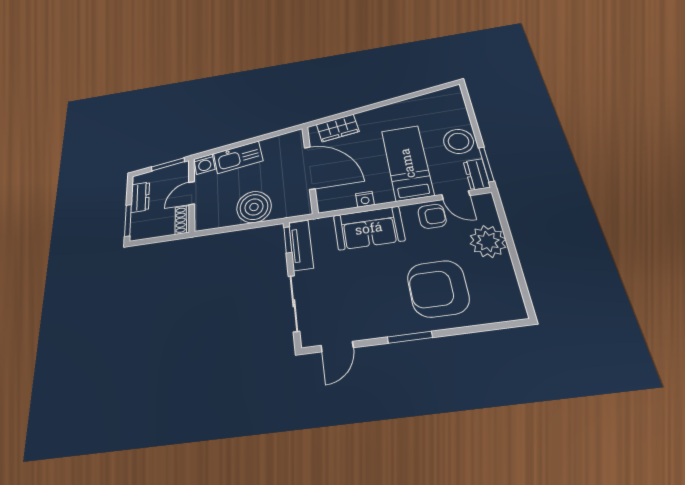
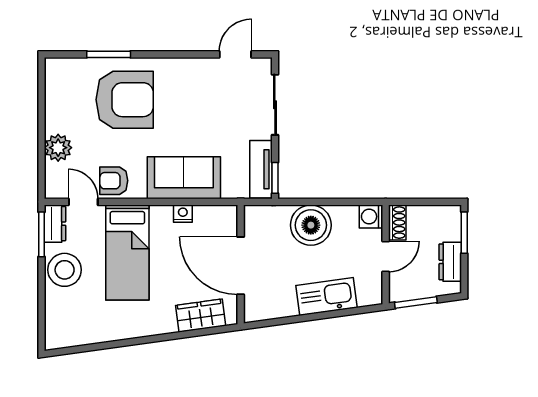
washing machine: (204, 164) -> (371, 216), moved, turned -82
plant: (488, 241) -> (58, 148), width x0.73, depth x0.73
window: (410, 337) -> (109, 54), moved

